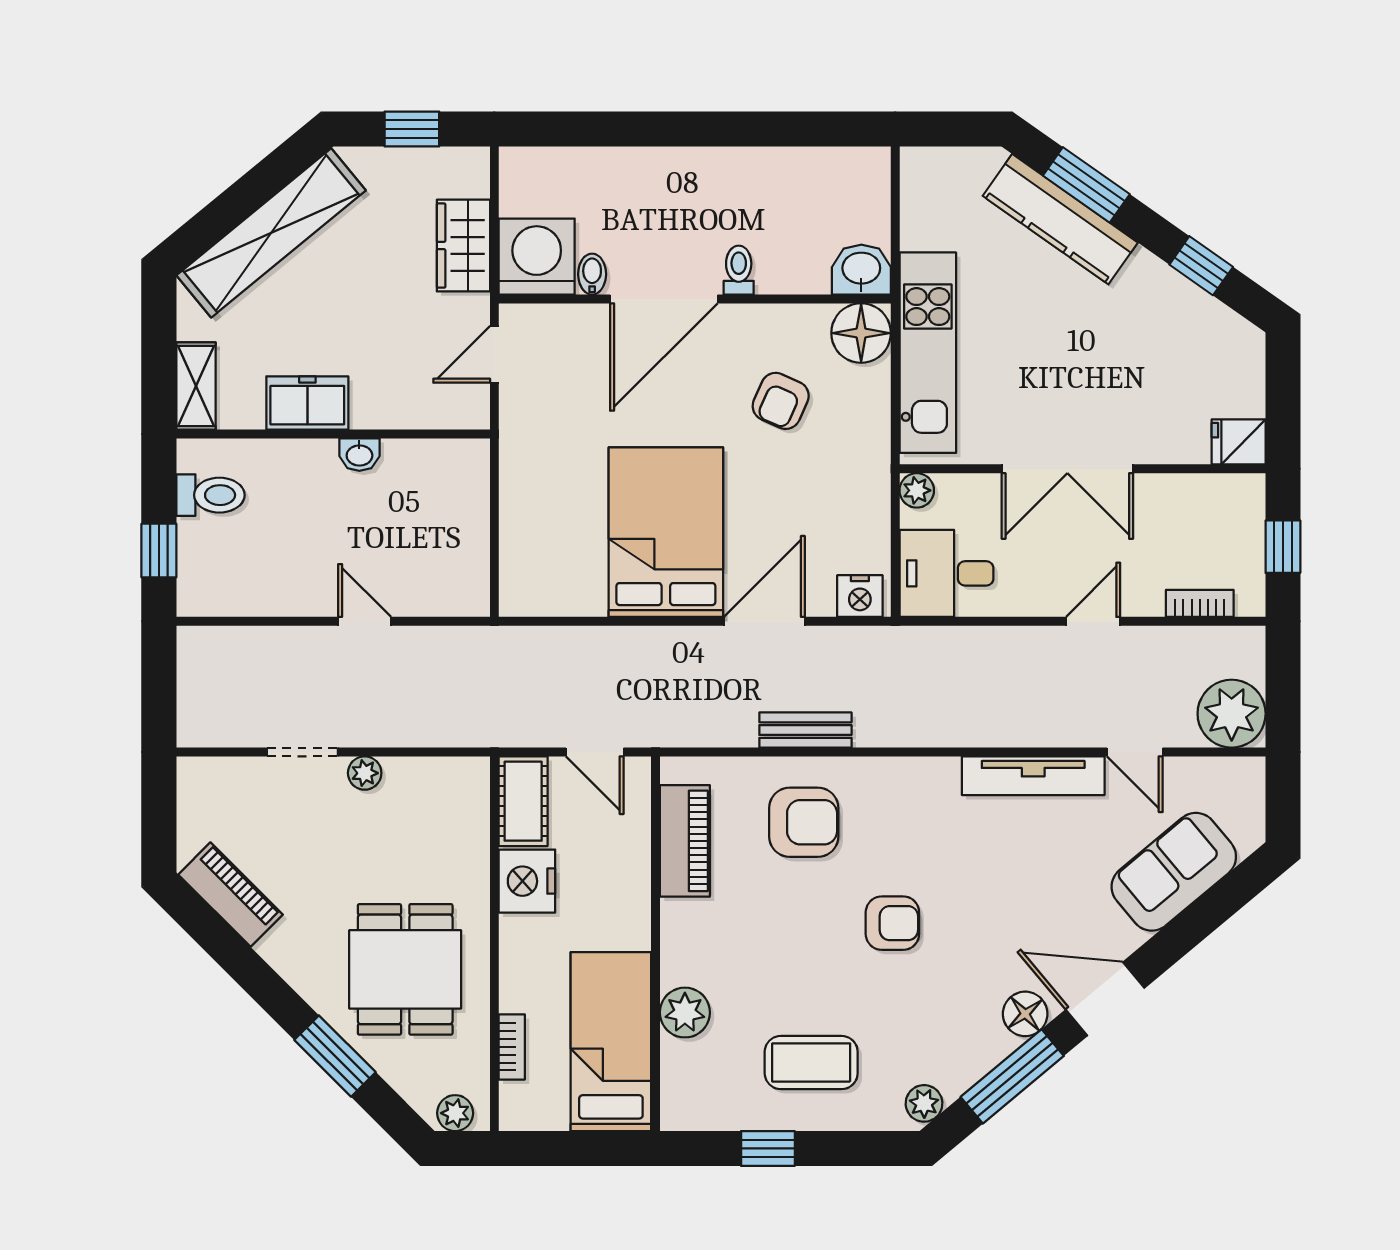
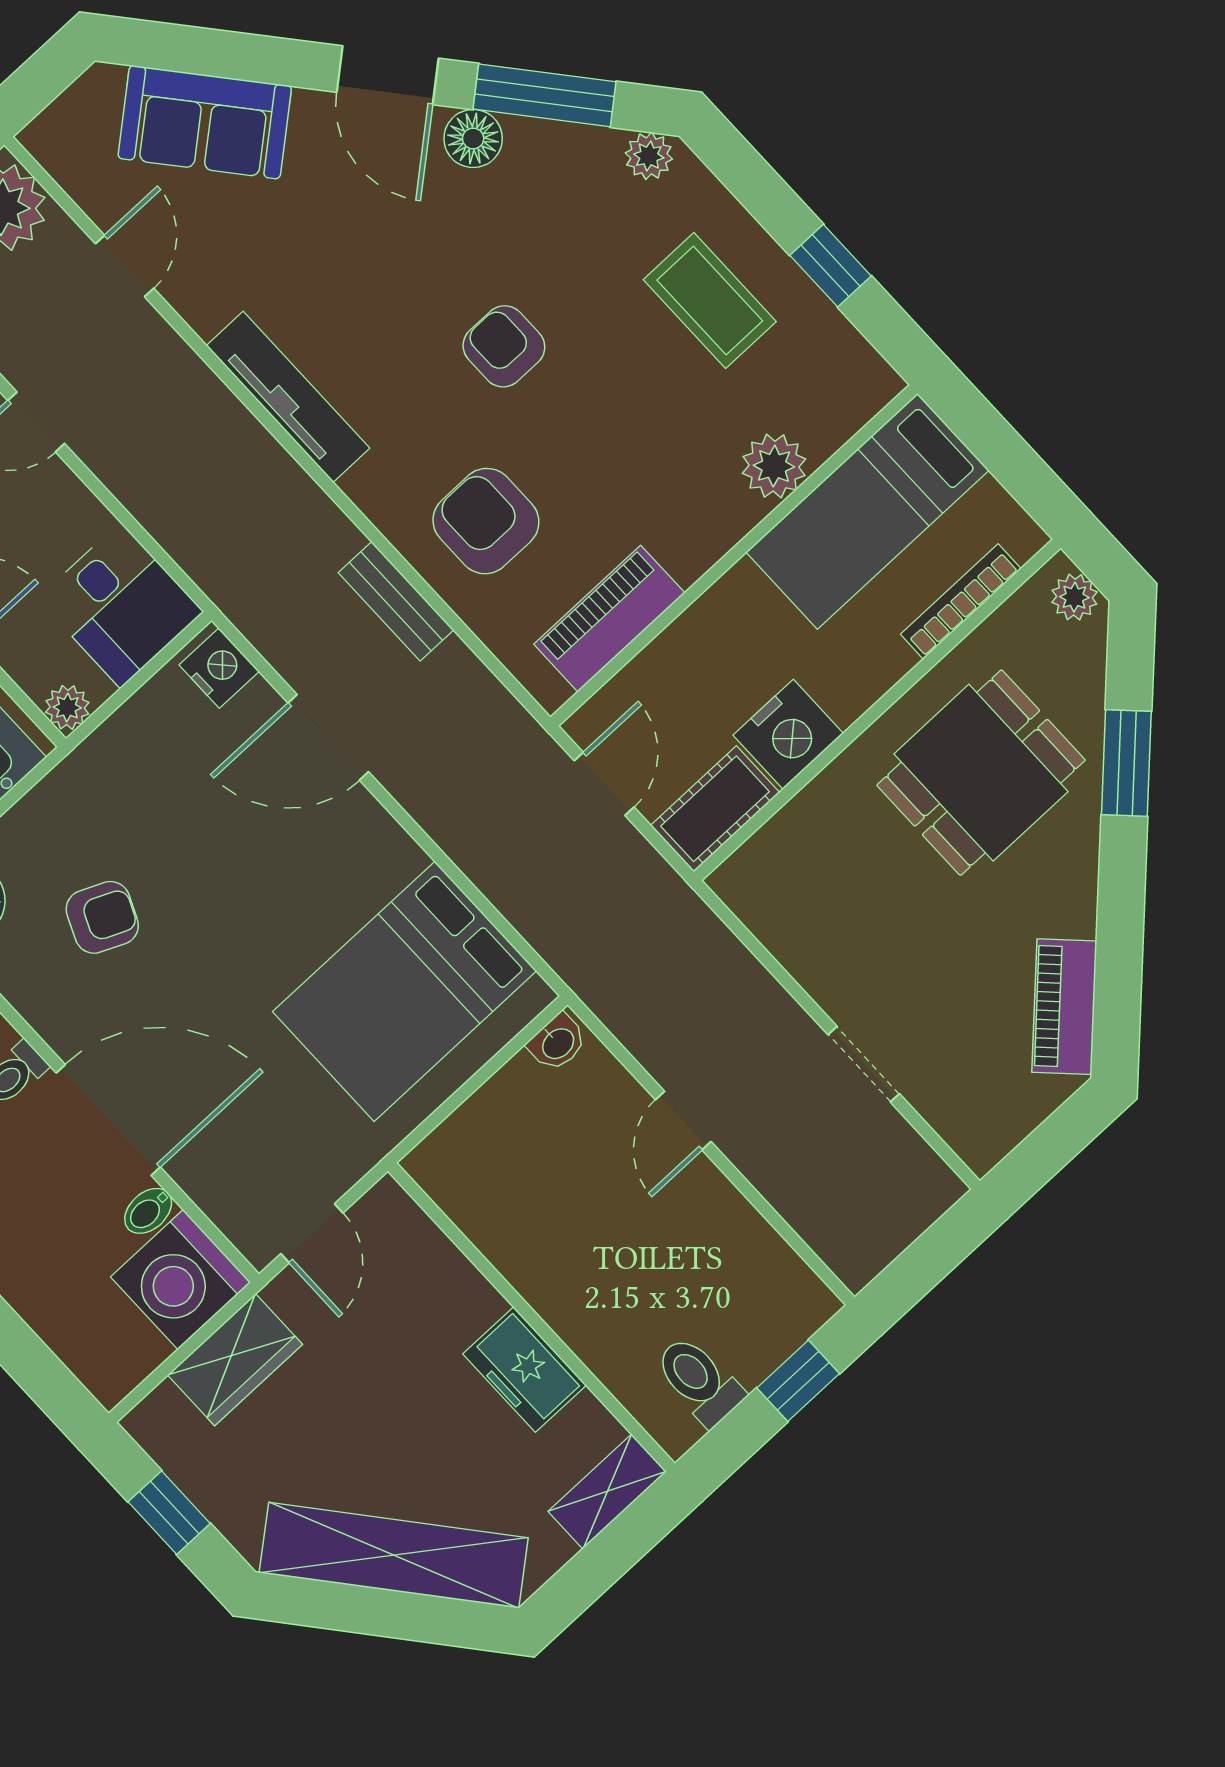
door: (494, 354) -> (312, 1233), hinge flipped
washbasin: (359, 455) -> (557, 1043), moved, turned 90
bed: (666, 532) -> (405, 991), moved
plant: (365, 773) -> (829, 986), removed
tv unit: (1033, 776) -> (288, 397), moved
bookcase: (512, 1047) -> (961, 601), width x1.56

